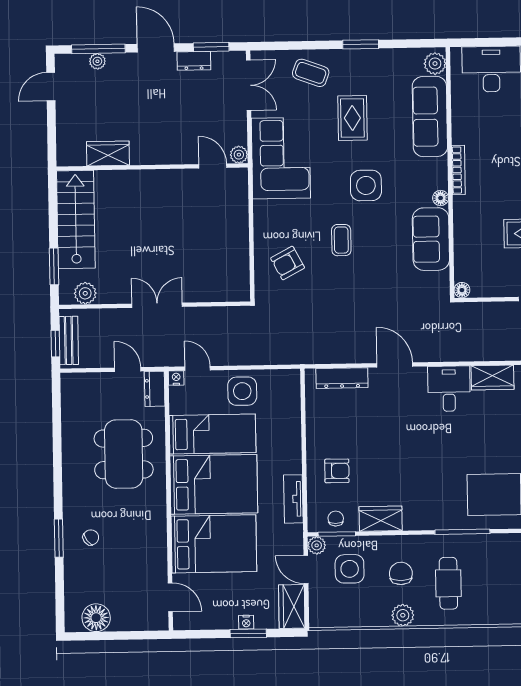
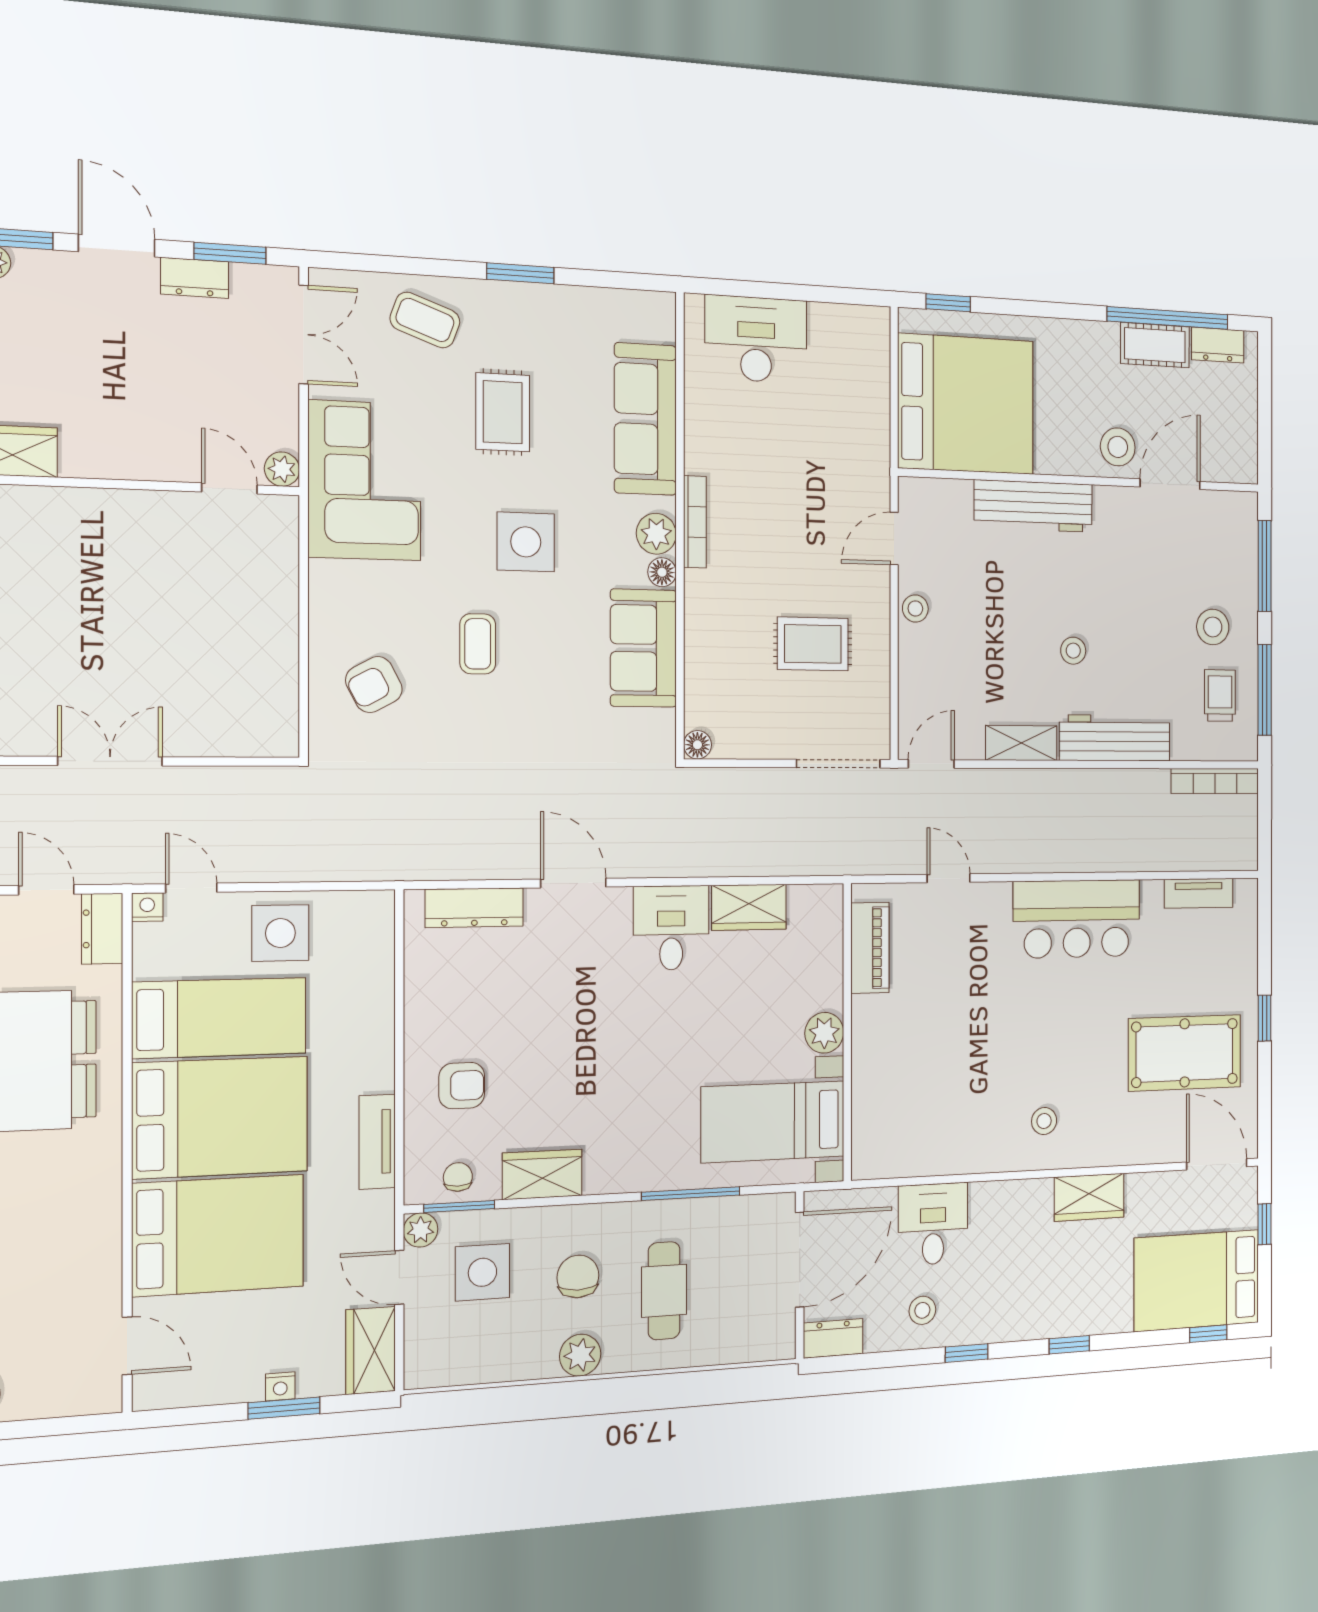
plant: (435, 64) -> (656, 534), moved

